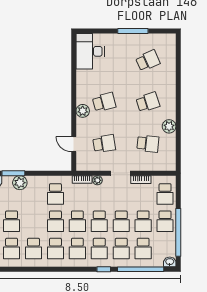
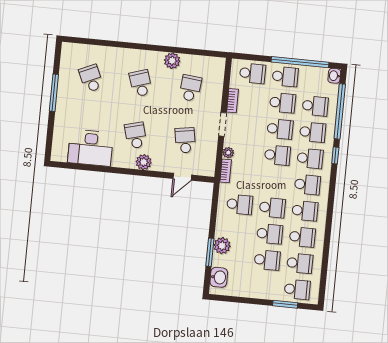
desk: (90, 51) -> (90, 148), moved
school desk: (77, 221) -> (270, 234), moved

